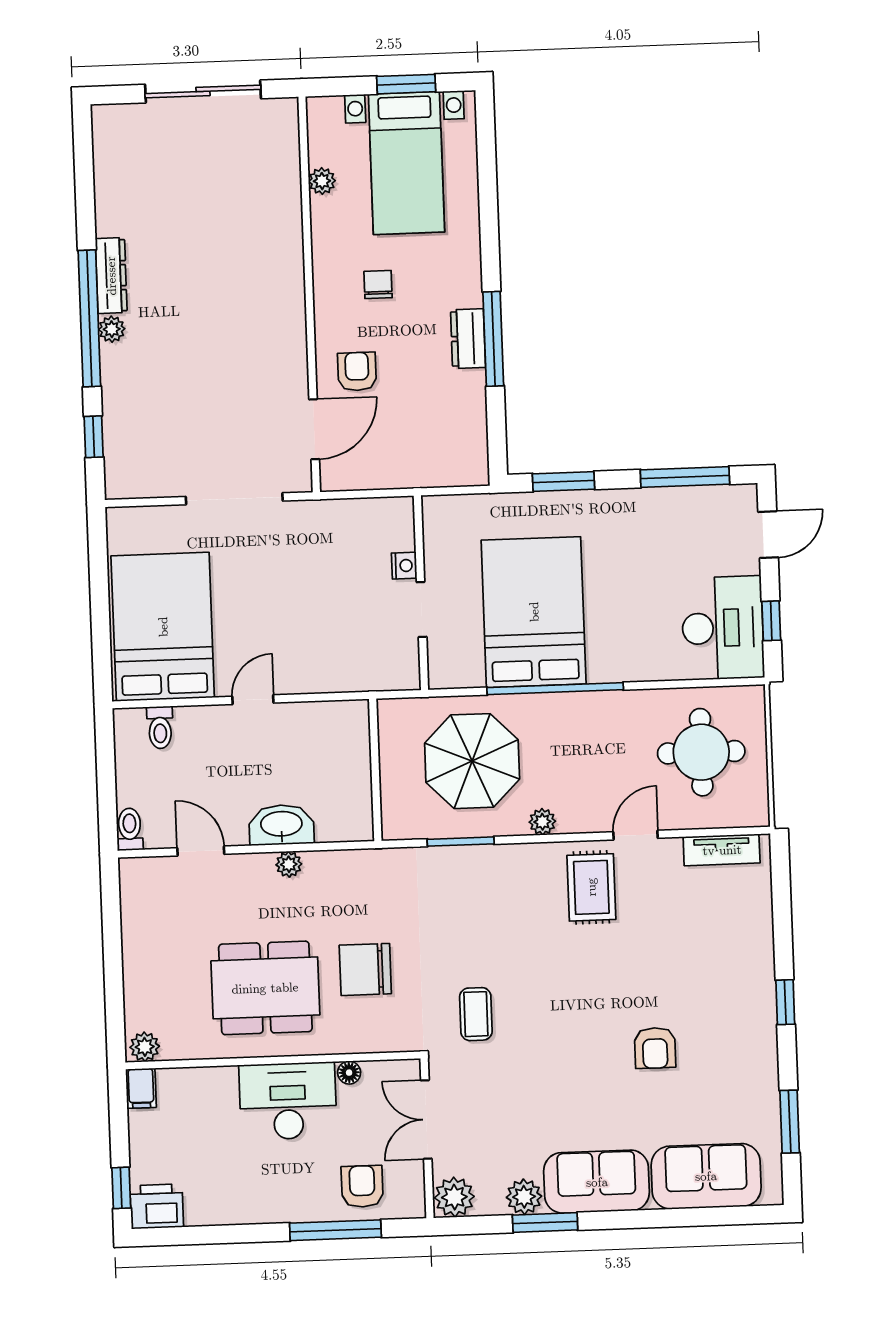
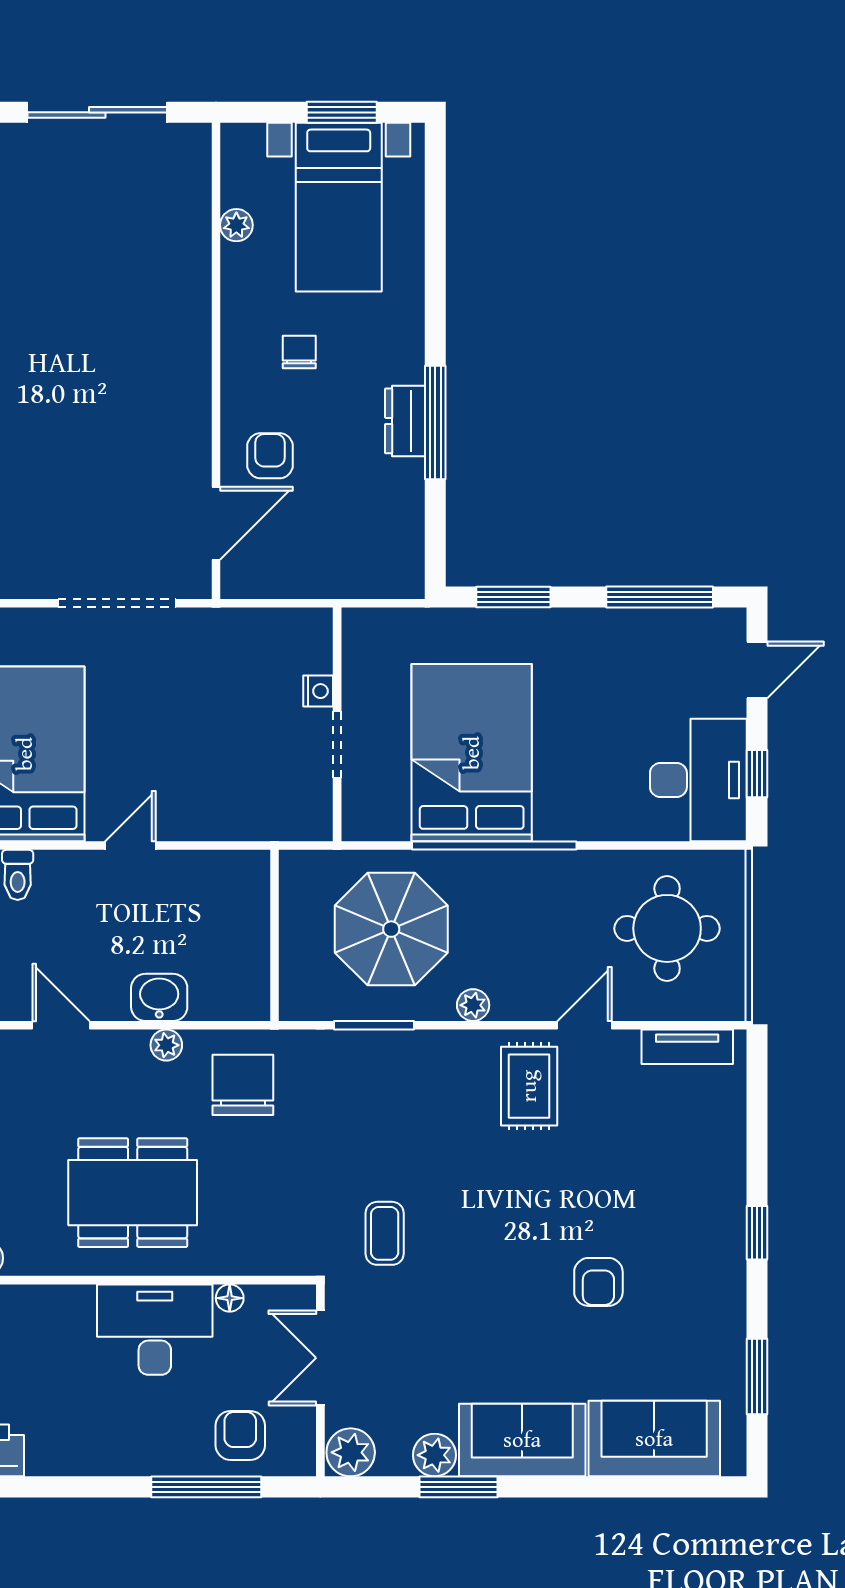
washbasin: (281, 825) -> (159, 997), width x0.72
chair: (365, 969) -> (243, 1085), moved, turned 90

